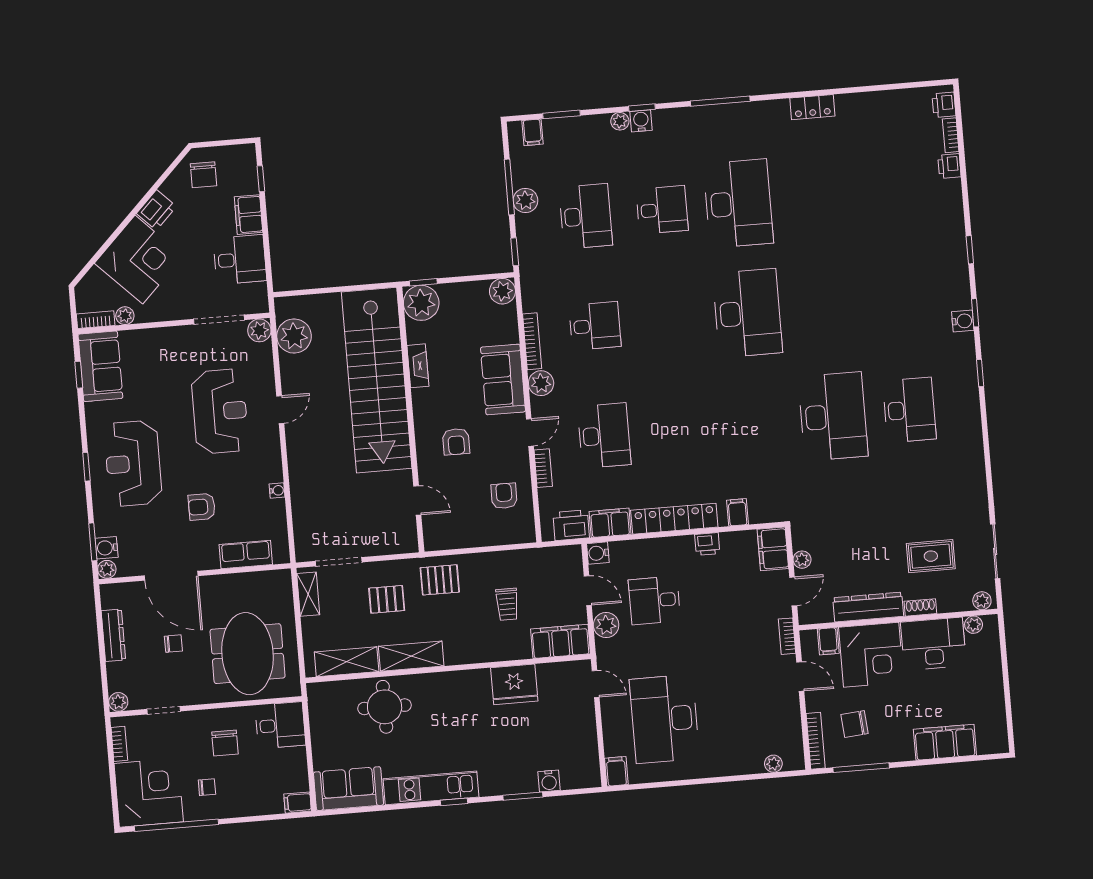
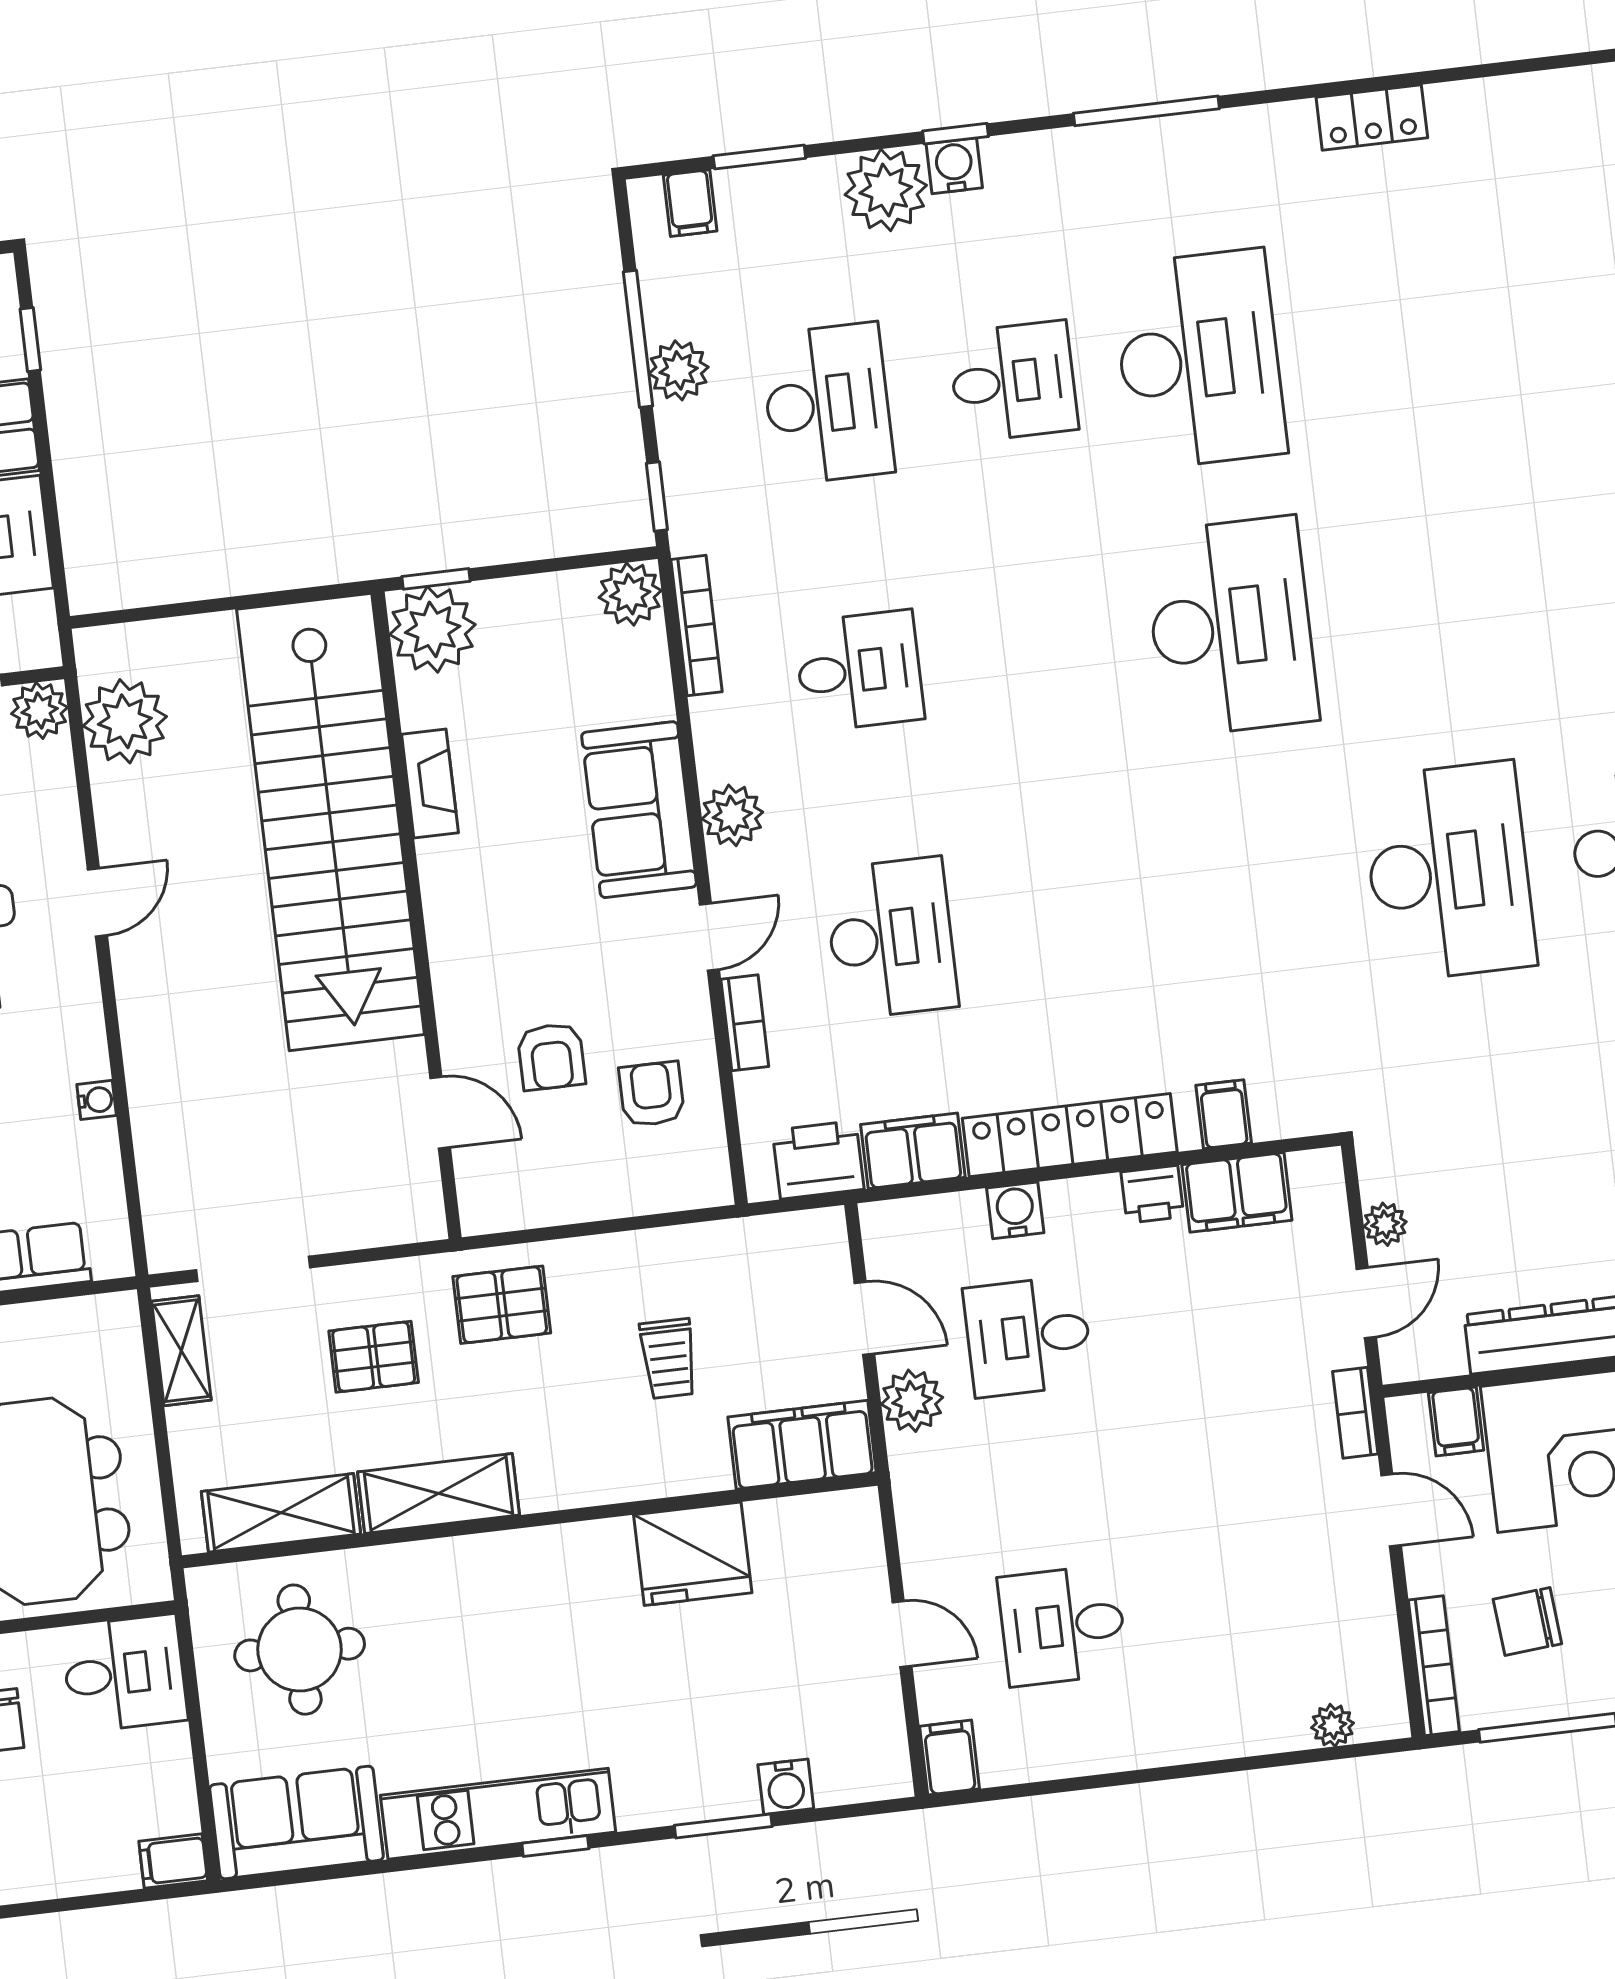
plant: (620, 121) -> (886, 190), width x1.87, depth x1.87
bookcase: (532, 341) -> (697, 626), moved
armchair: (456, 442) -> (551, 1057), moved
filing cabinet: (773, 549) -> (1237, 1192), moved, turned -90
water cooler: (598, 553) -> (1015, 1210), moved, turned 90
door: (596, 684) -> (902, 1634), moved
round table: (385, 707) -> (300, 1650), moved
desk: (664, 719) -> (1063, 1625), width x0.53, depth x0.77

